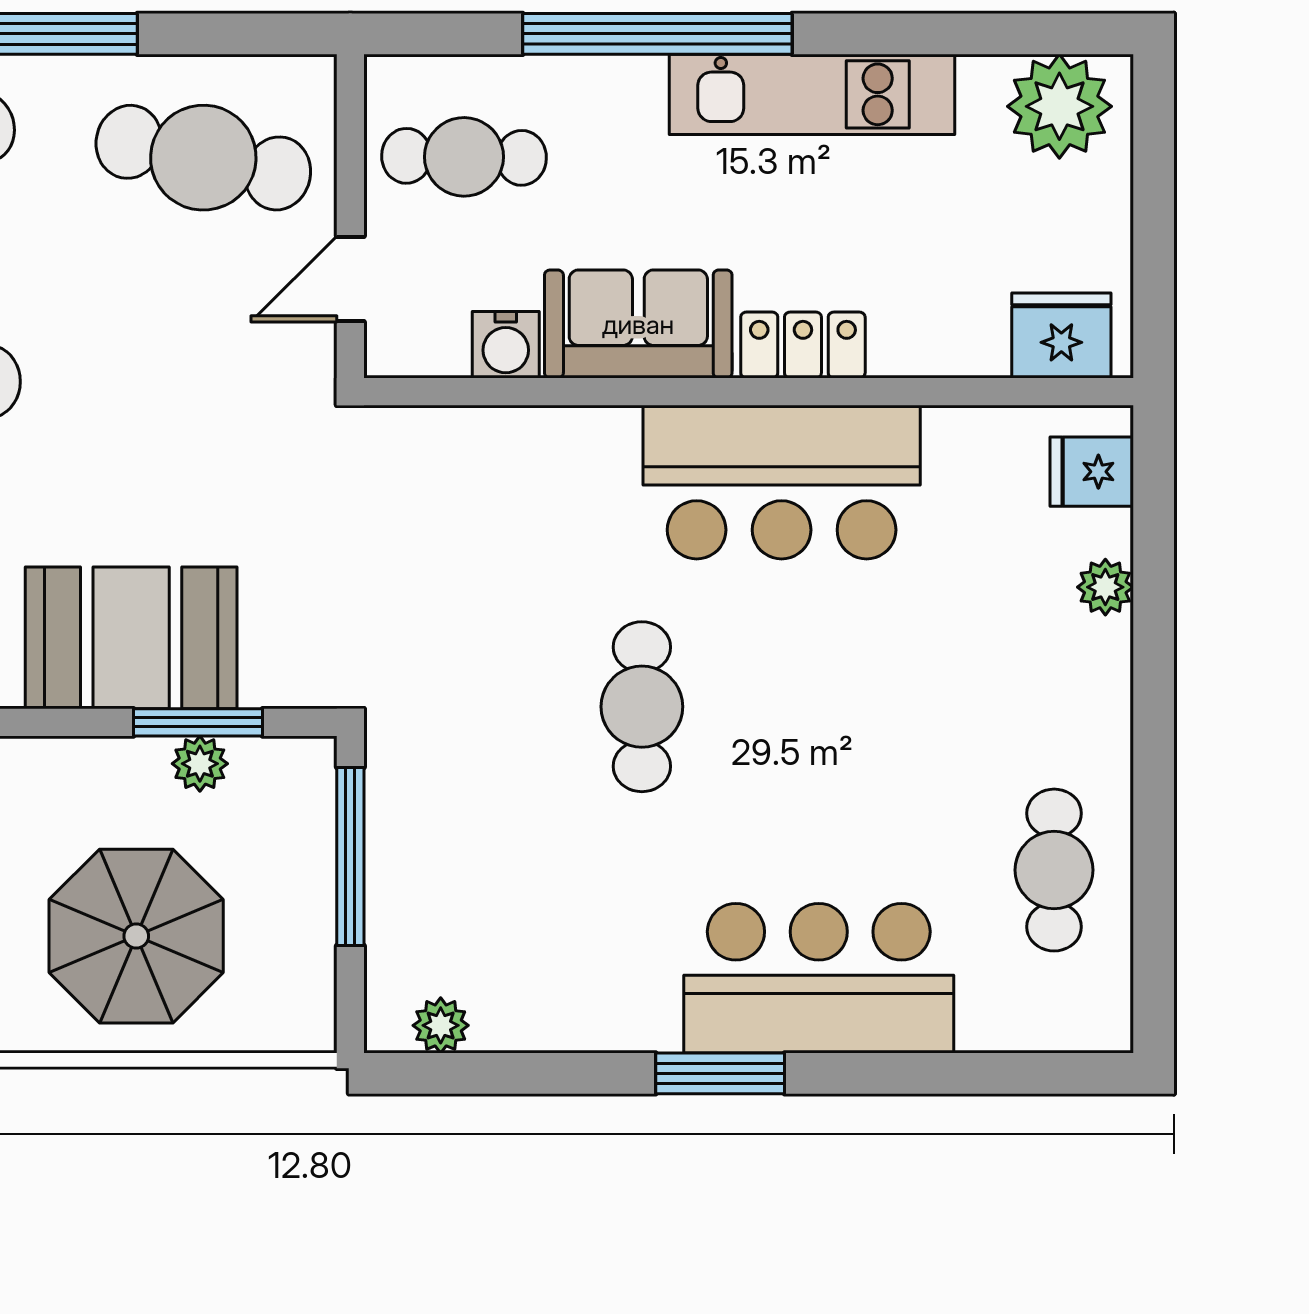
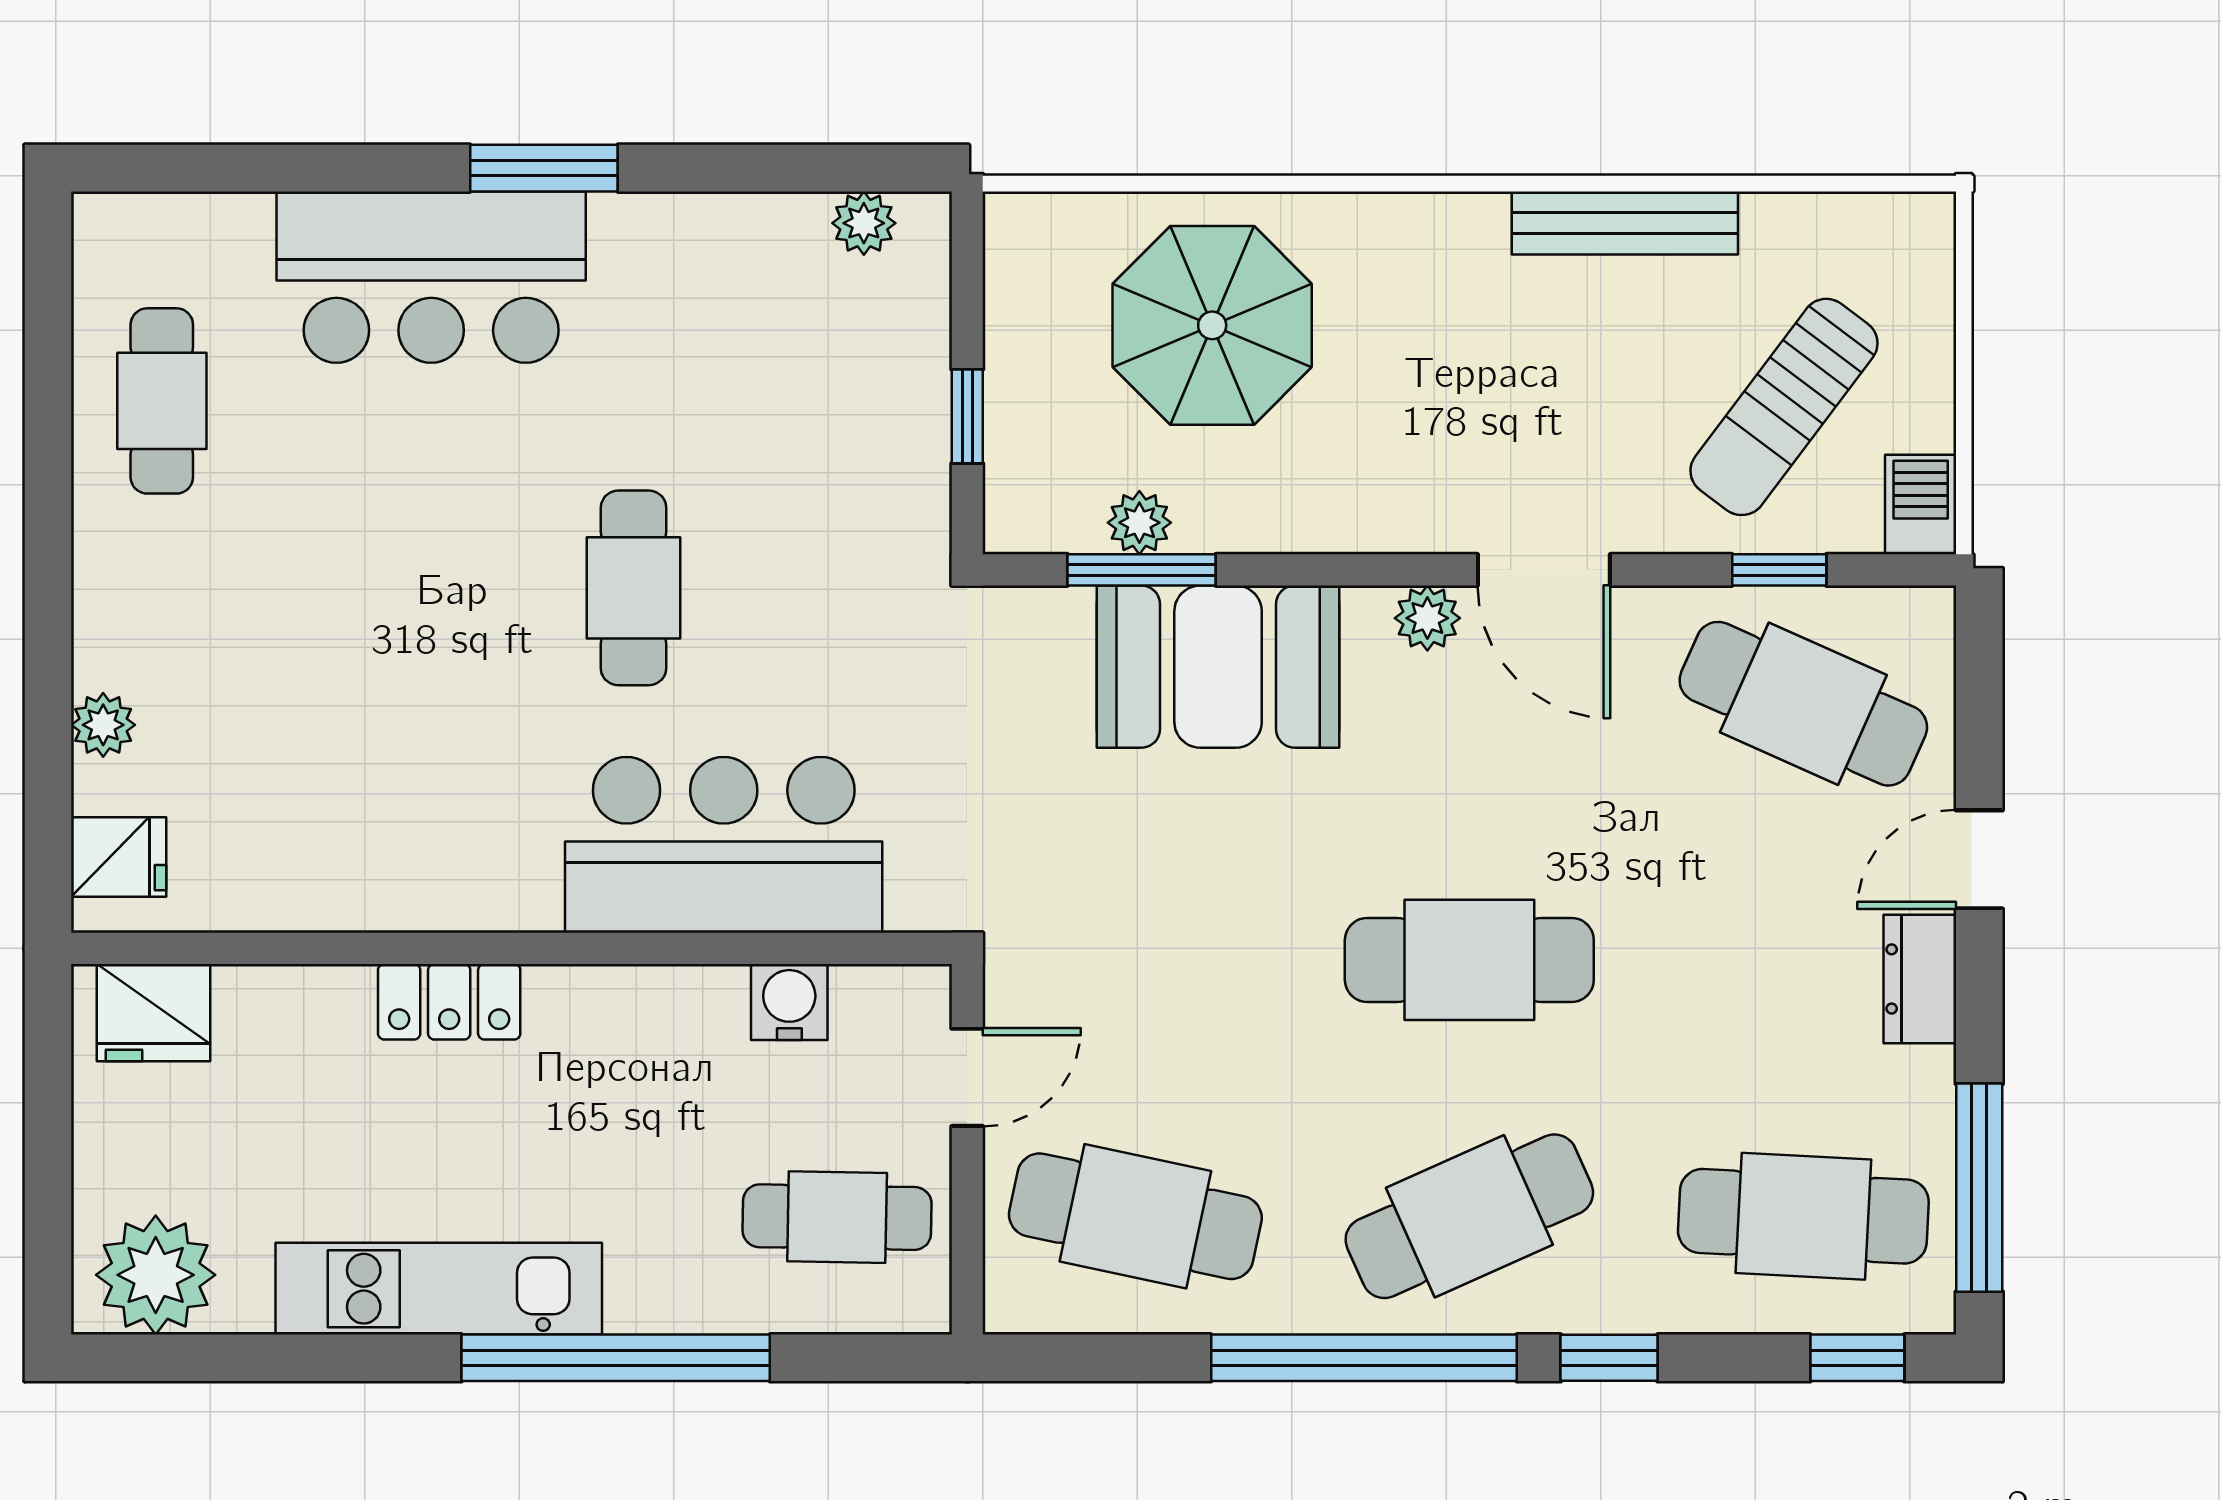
sofa: (638, 324) -> (638, 1026), removed
bar counter: (782, 482) -> (724, 845), moved
window: (350, 857) -> (967, 416), width x0.46

